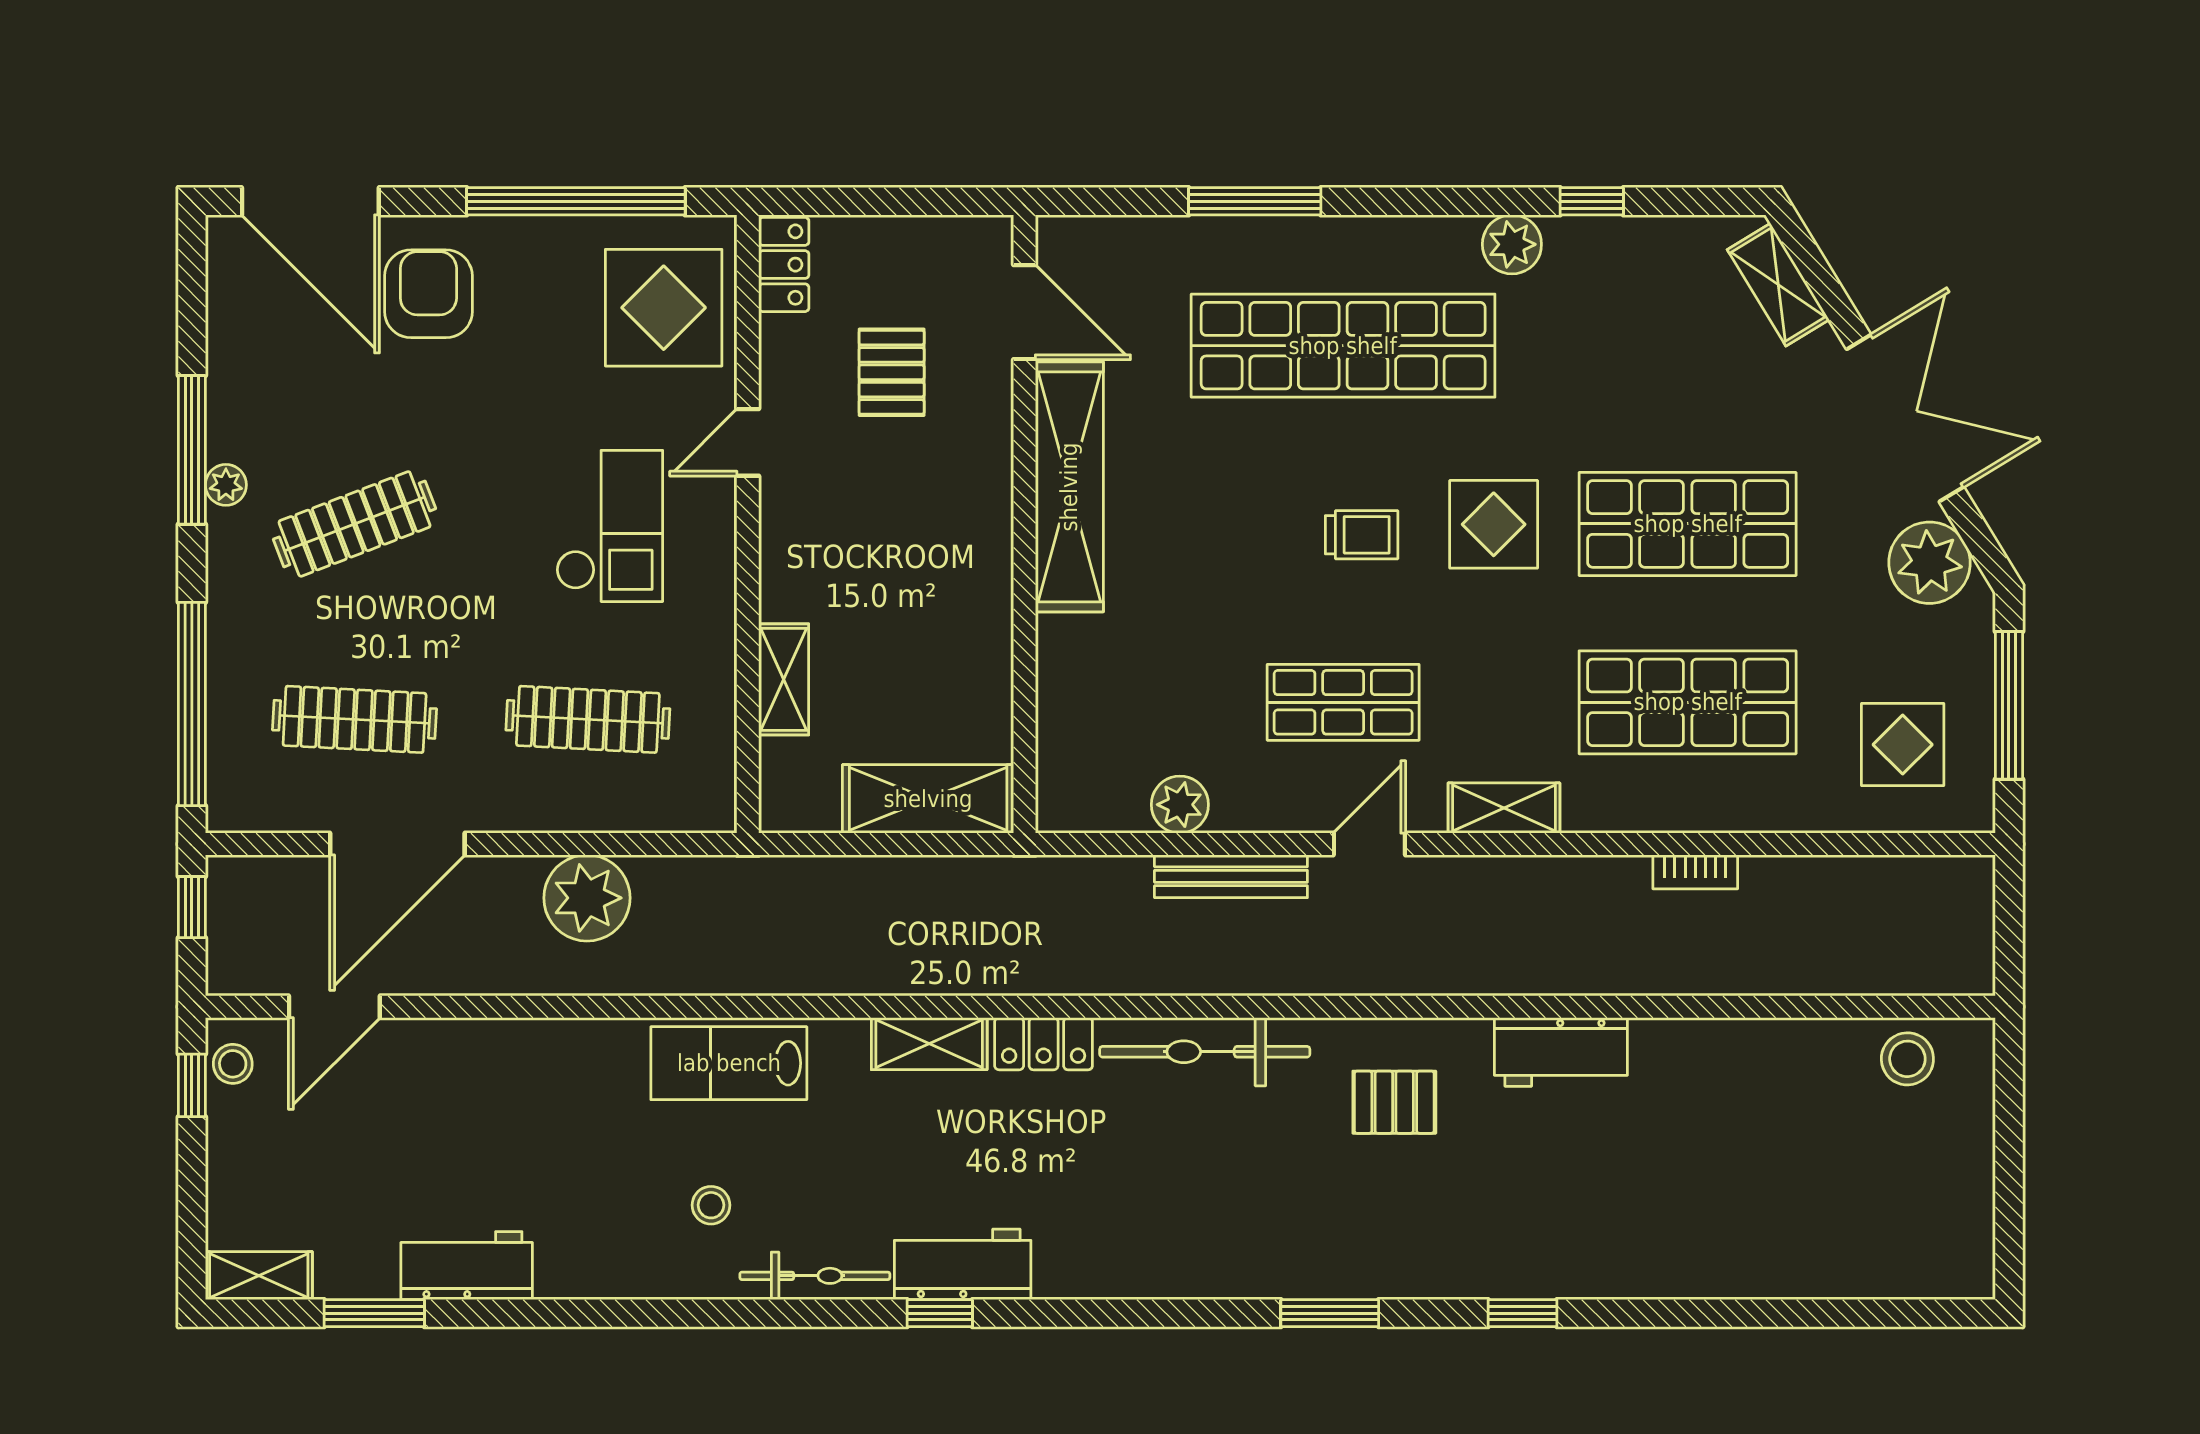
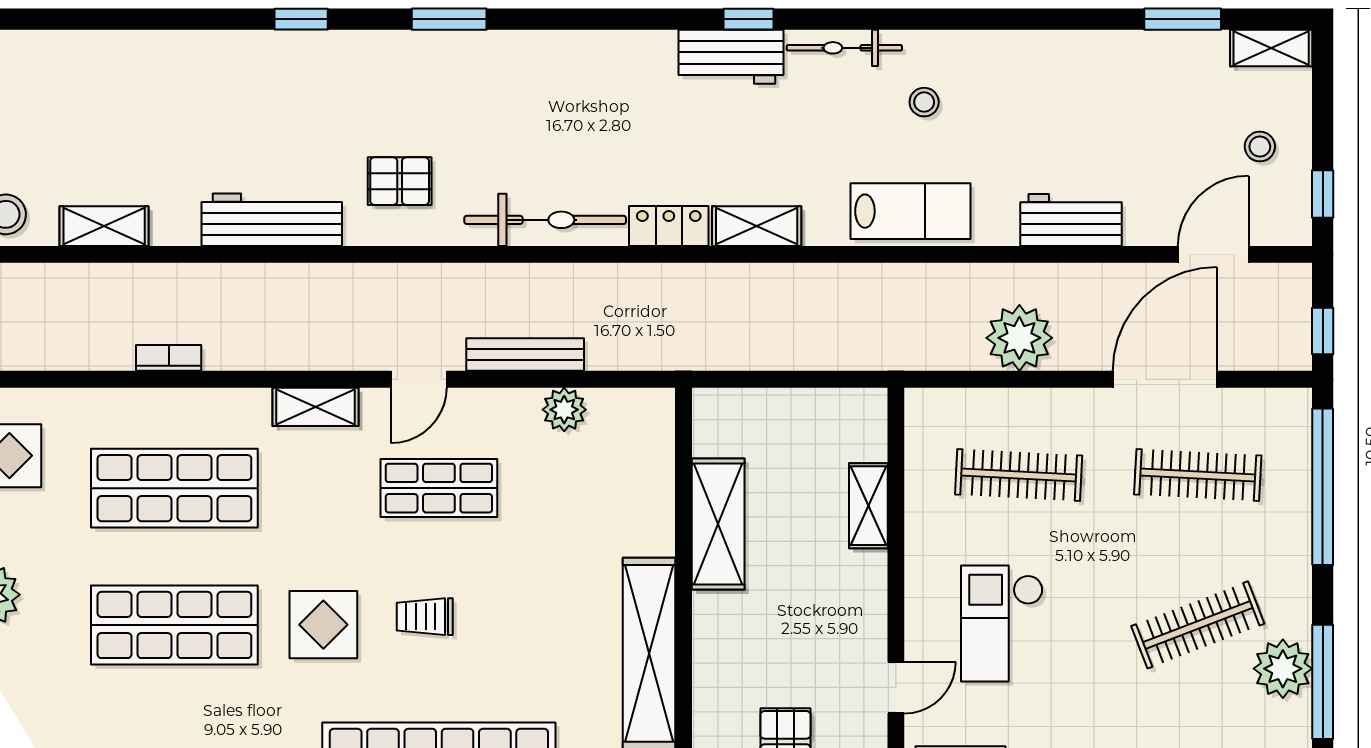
plant: (226, 485) -> (1283, 669), width x1.87, depth x1.87
shelving: (928, 799) -> (718, 524), moved, turned 90
shelving: (1779, 1044) -> (104, 226), added
workbench: (1561, 1052) -> (272, 220), width x1.37
stool: (233, 1064) -> (1260, 147), moved
workbench: (467, 1266) -> (1071, 220), moved, turned 180

